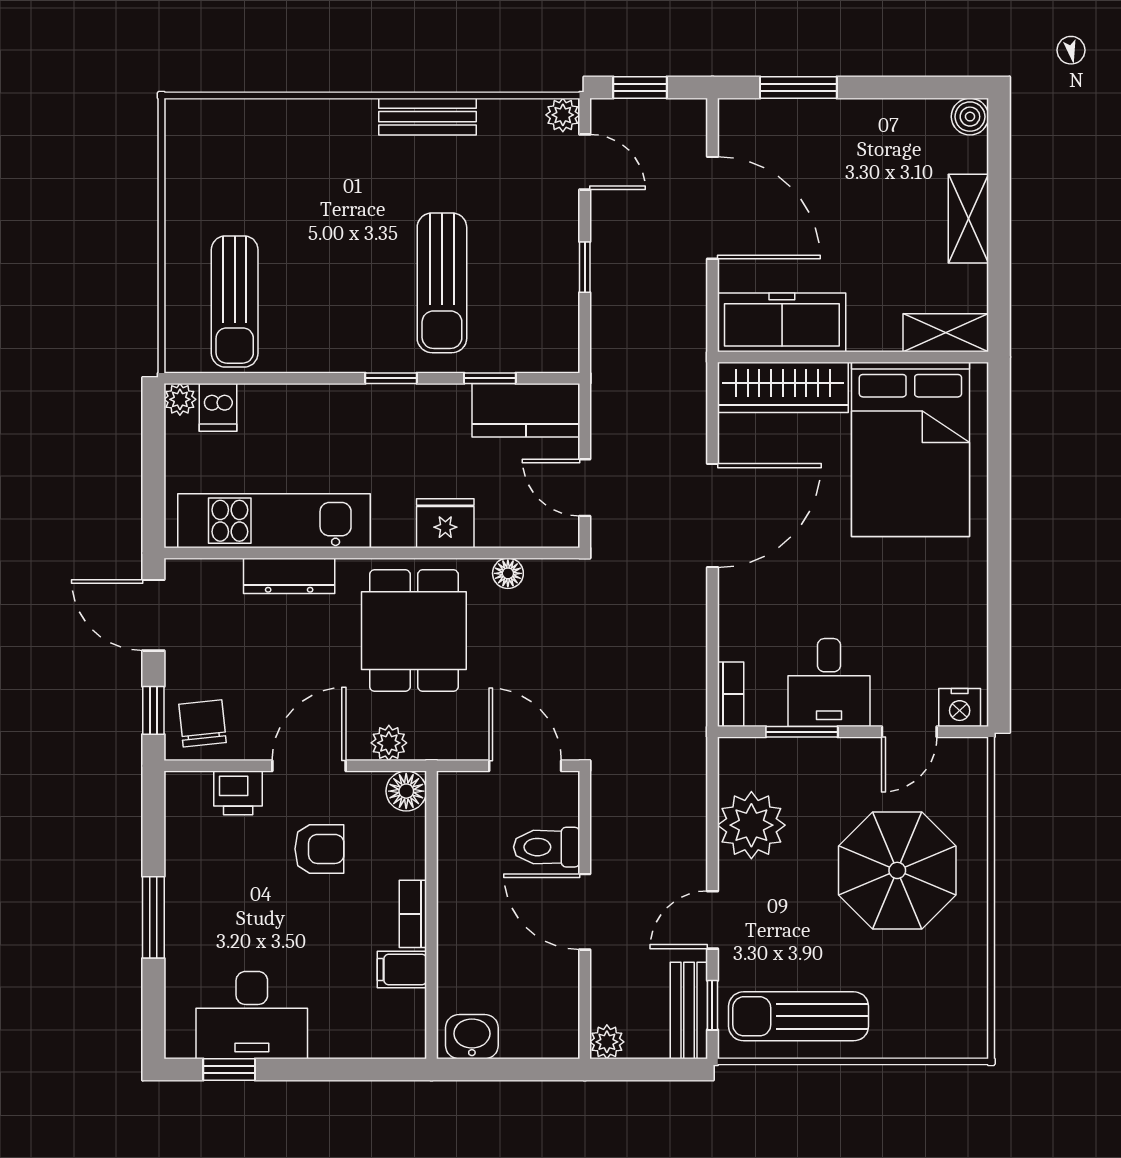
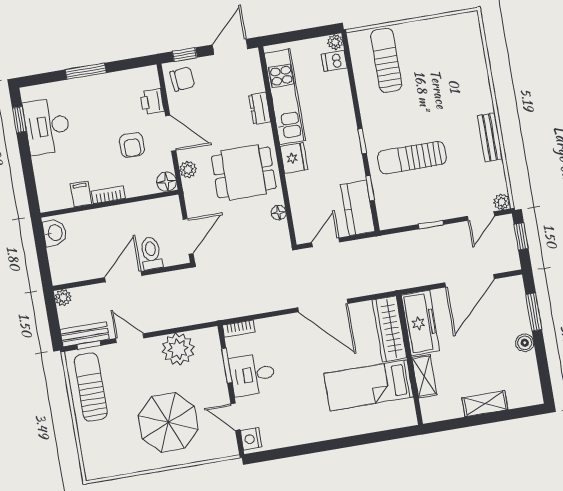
boiler: (970, 117) -> (525, 343), moved
sun lounger: (235, 301) -> (386, 60), turned 90
shelving: (946, 333) -> (424, 376), moved
bed: (910, 449) -> (369, 385), width x0.67
fridge: (445, 523) -> (294, 158), moved
dresser: (289, 576) -> (260, 108), width x0.70

